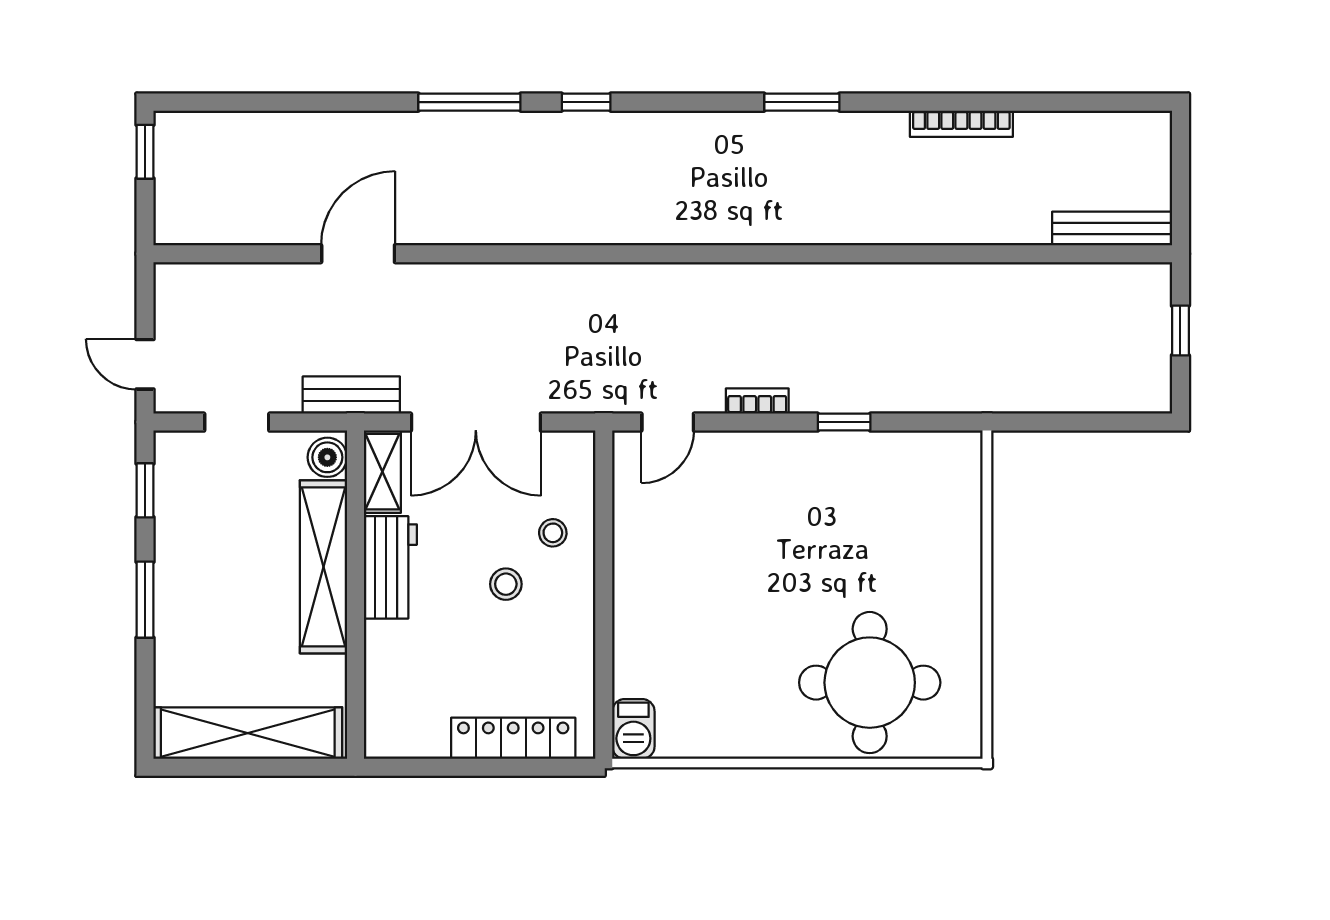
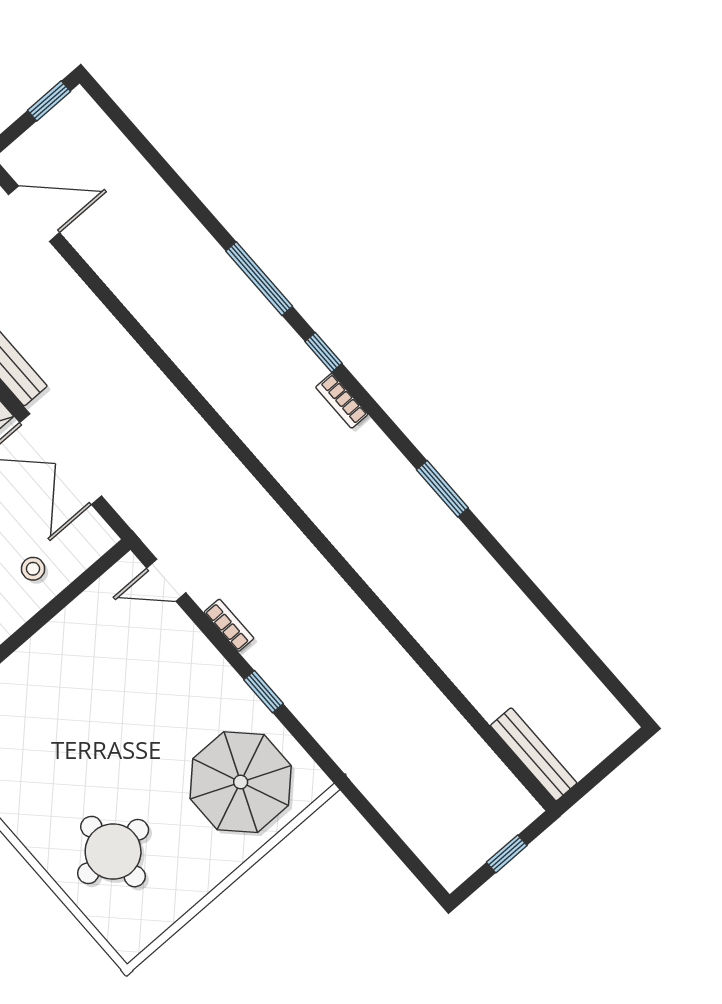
bookcase: (961, 124) -> (342, 401), moved, width x0.64
door: (358, 254) -> (34, 214), moved
parasol: (907, 513) -> (241, 782), added
round table: (870, 683) -> (113, 852), width x0.73, depth x0.73

